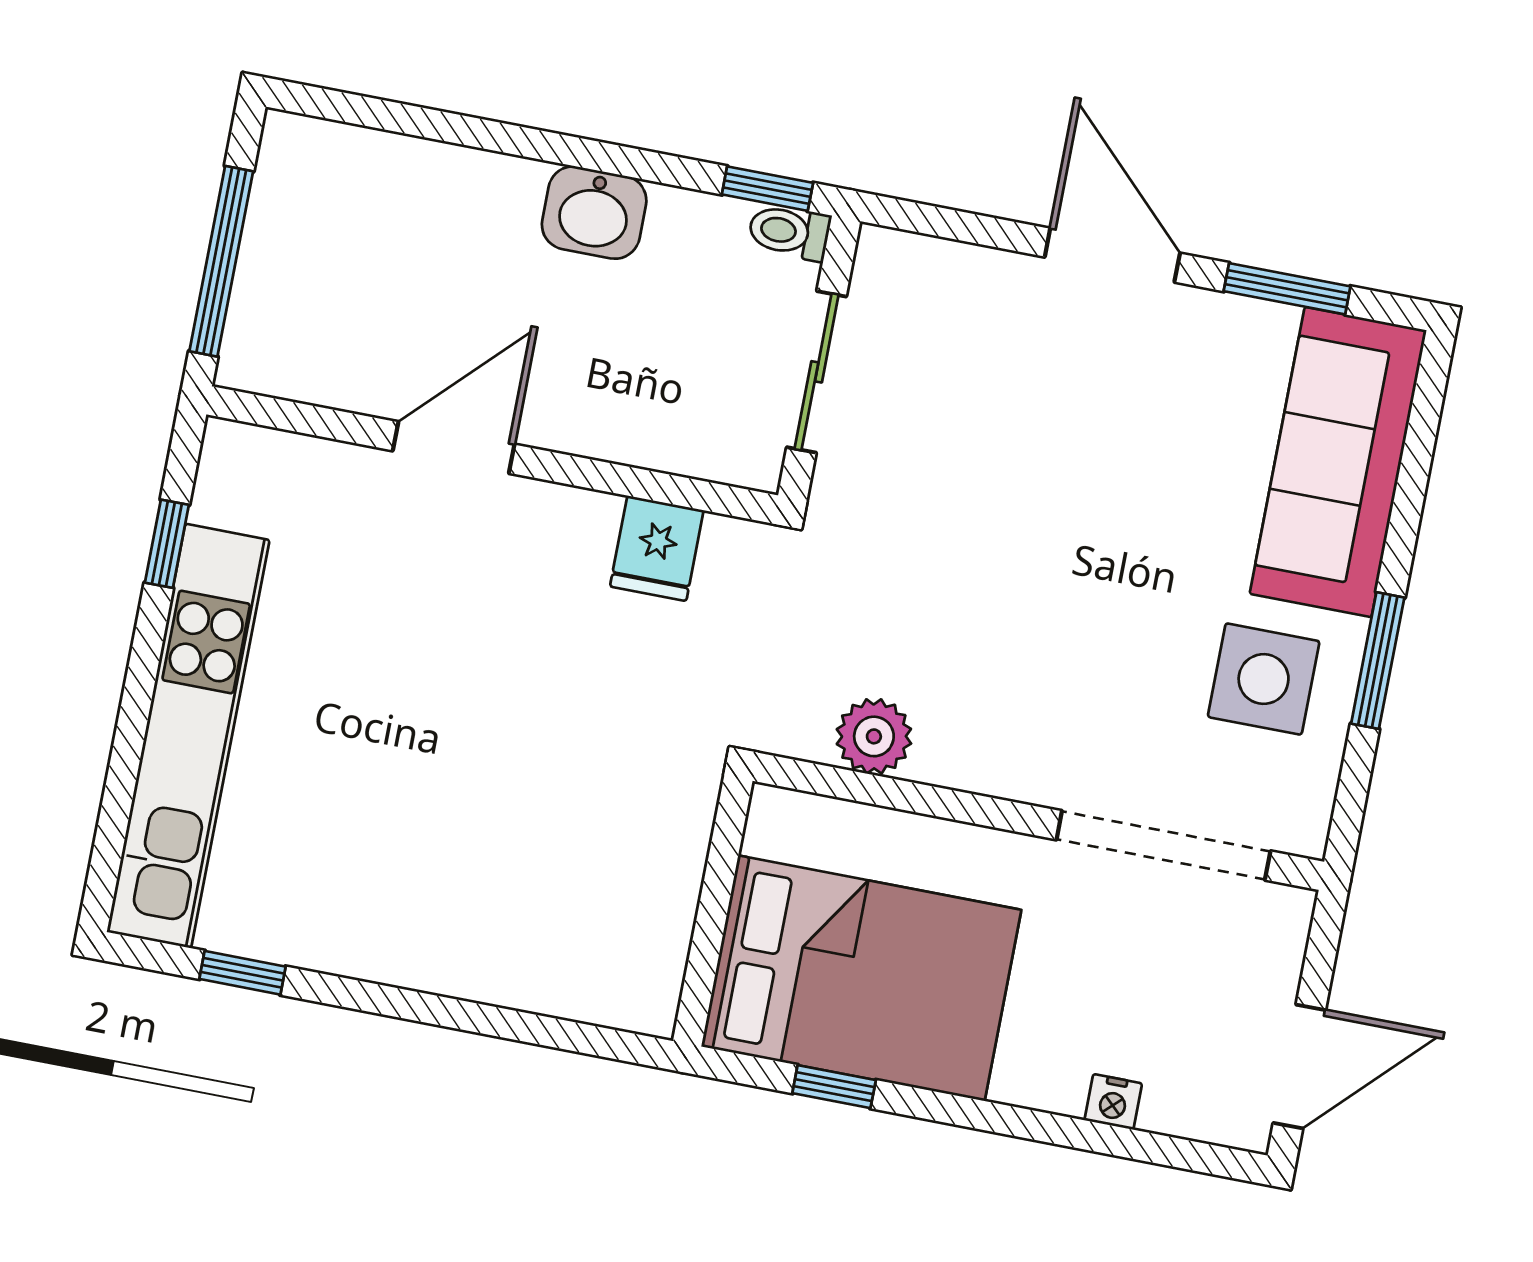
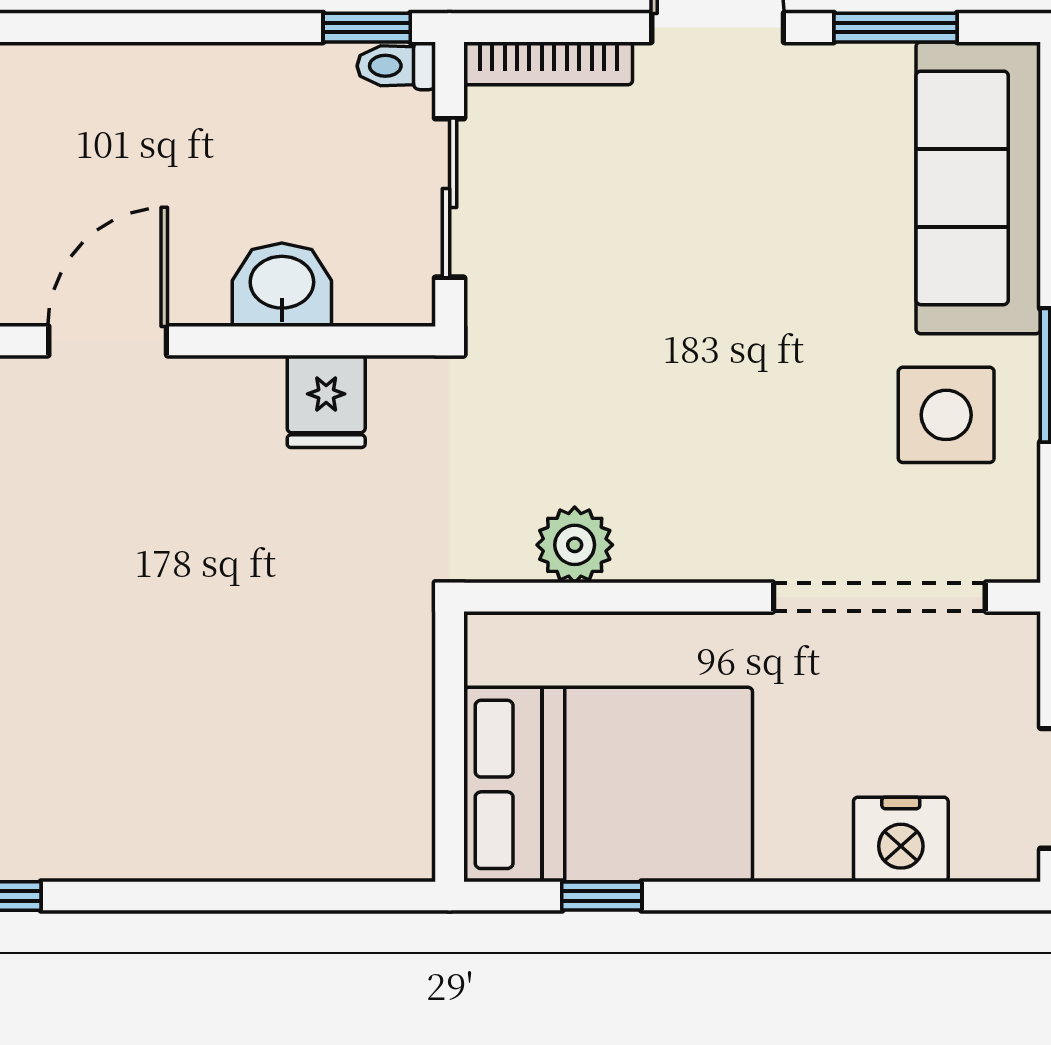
washbasin: (594, 213) -> (282, 285), moved, turned 180
bookcase: (939, 258) -> (548, 63), added
nightstand: (1113, 1102) -> (901, 839), width x1.89, depth x1.79

